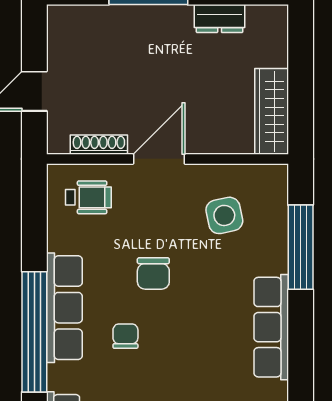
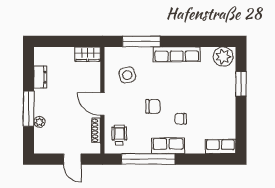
plant: (119, 17) -> (39, 122), added
wardrobe: (272, 111) -> (88, 54), width x0.67
row of seats: (64, 308) -> (168, 146), width x0.68
window: (34, 332) -> (148, 159), moved

